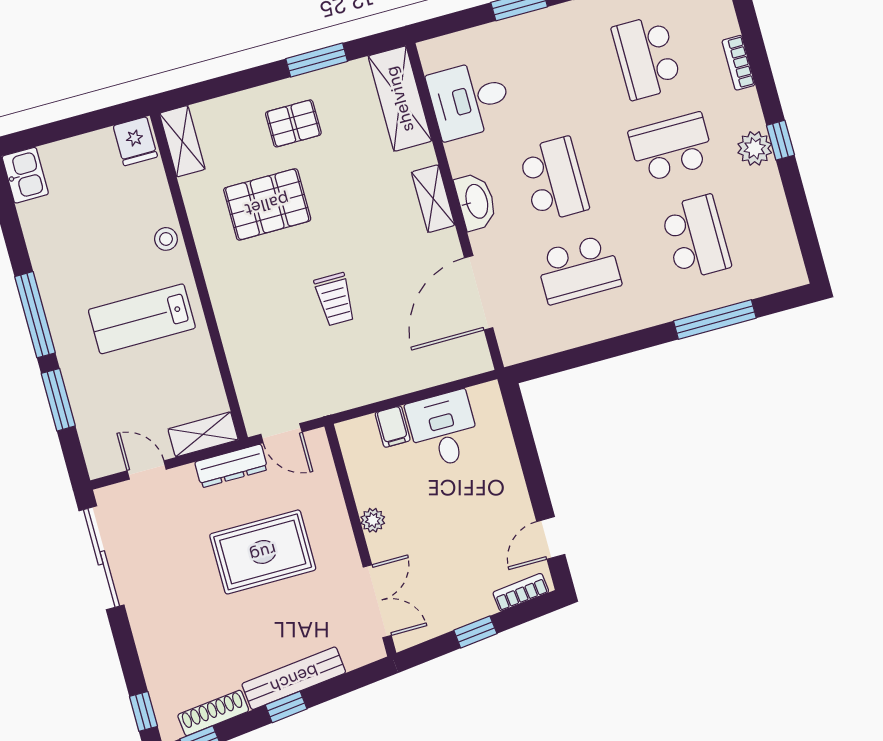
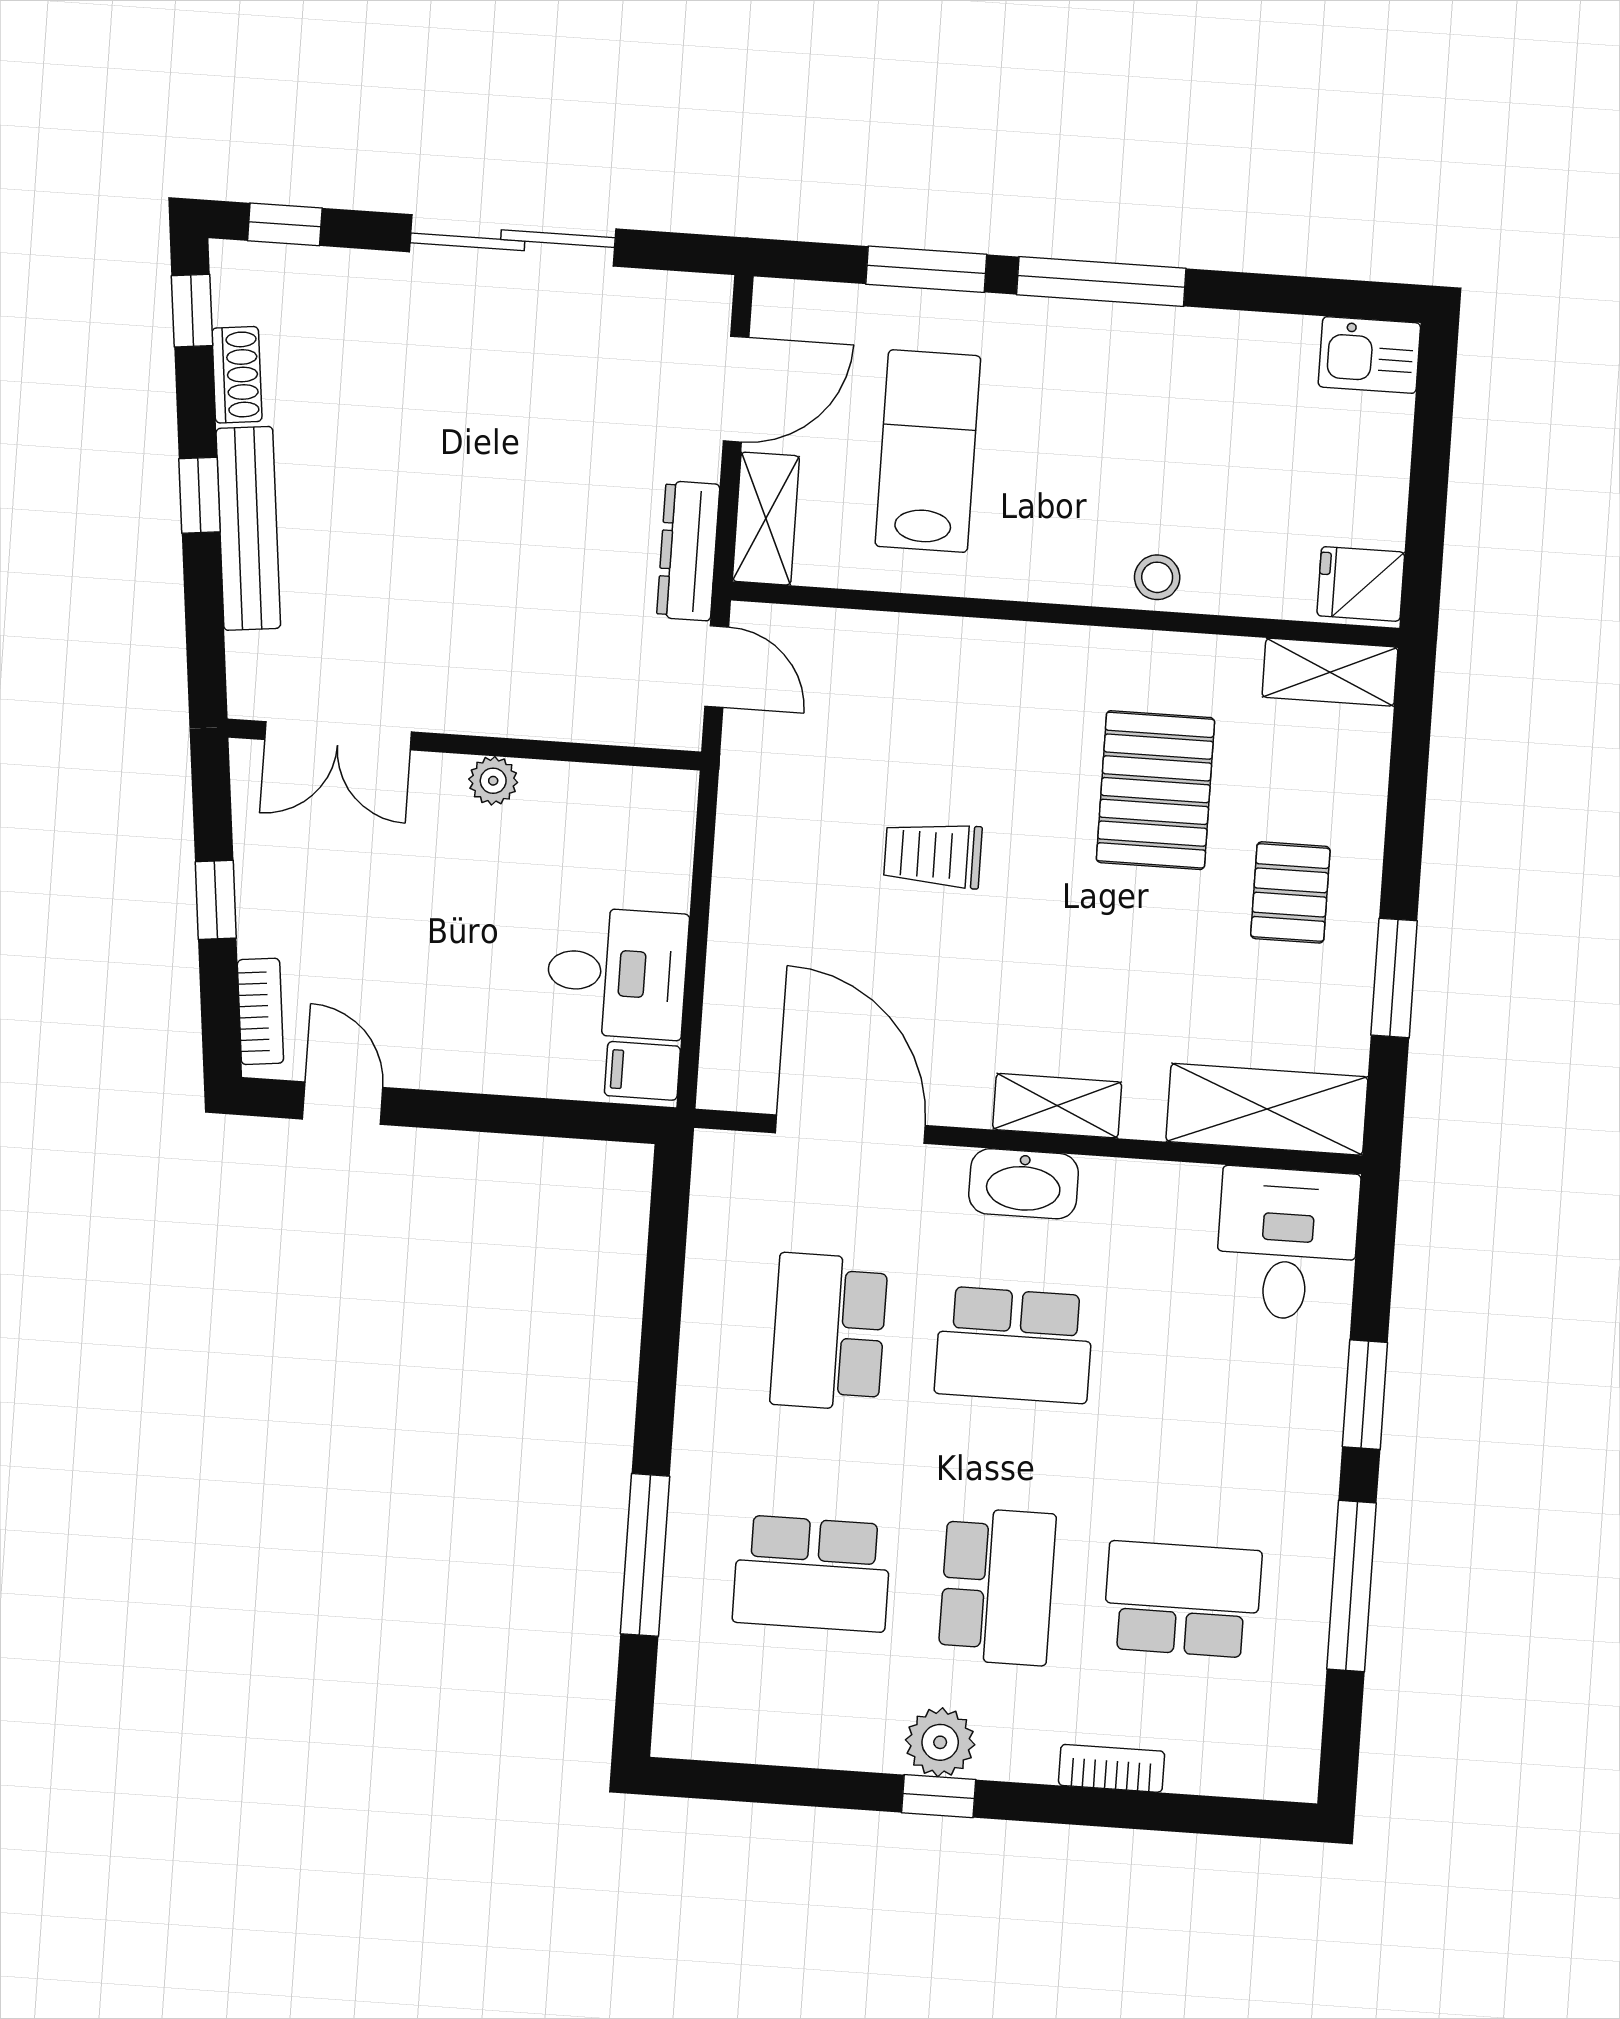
desk: (470, 99) -> (1287, 1244), moved
lab bench: (142, 319) -> (928, 451), moved
filing cabinet: (393, 427) -> (642, 1071), moved
door: (281, 433) -> (717, 667), swing flipped
door: (147, 470) -> (736, 389), width x1.37
rug: (263, 552) -> (506, 553), removed
sliding door: (101, 558) -> (513, 240), moved
shoe rack: (213, 713) -> (237, 375), width x0.70

